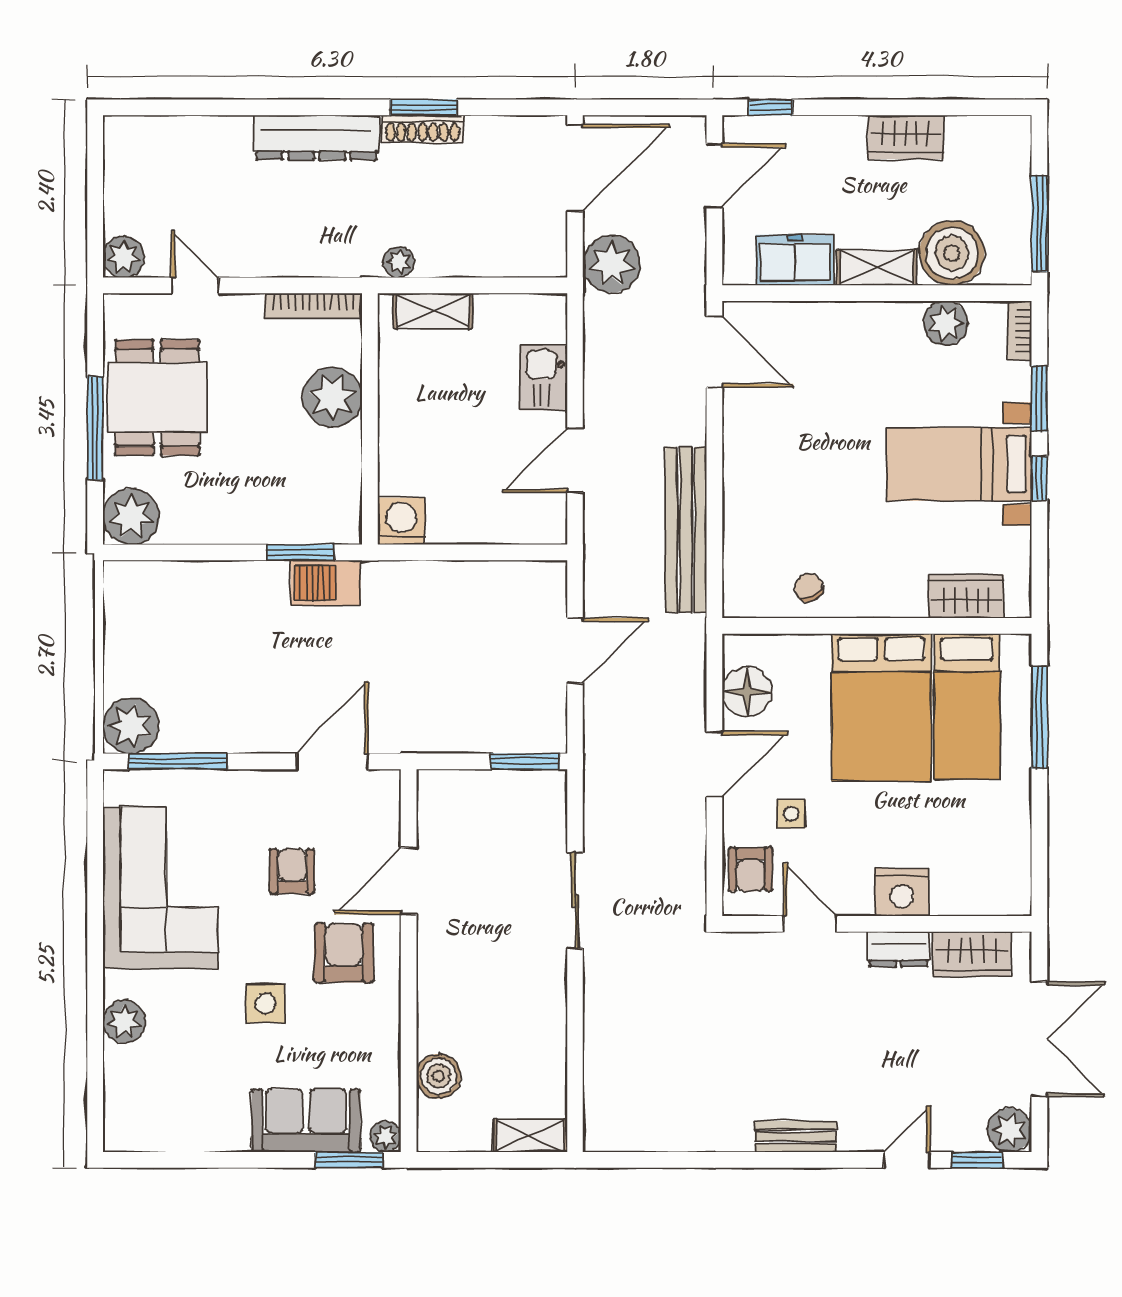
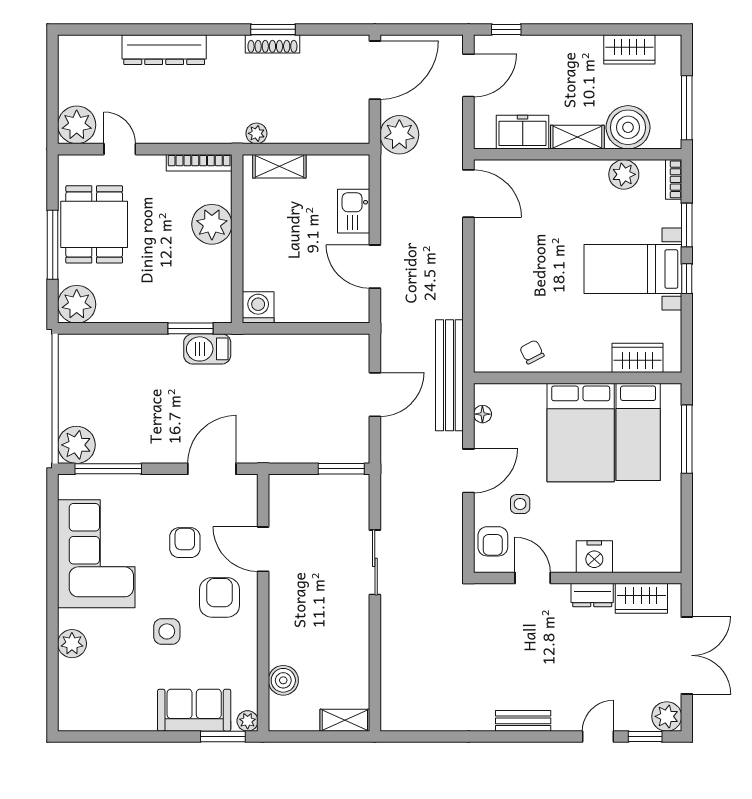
dresser: (317, 137) -> (164, 50), moved
wardrobe: (906, 137) -> (629, 49), moved
plant: (124, 257) -> (77, 125), width x1.36, depth x1.36
door: (575, 460) -> (375, 267), hinge flipped
bench: (686, 530) -> (449, 375), moved
floor lamp: (747, 692) -> (482, 414), width x0.53, depth x0.53
door: (409, 881) -> (263, 549), hinge flipped

